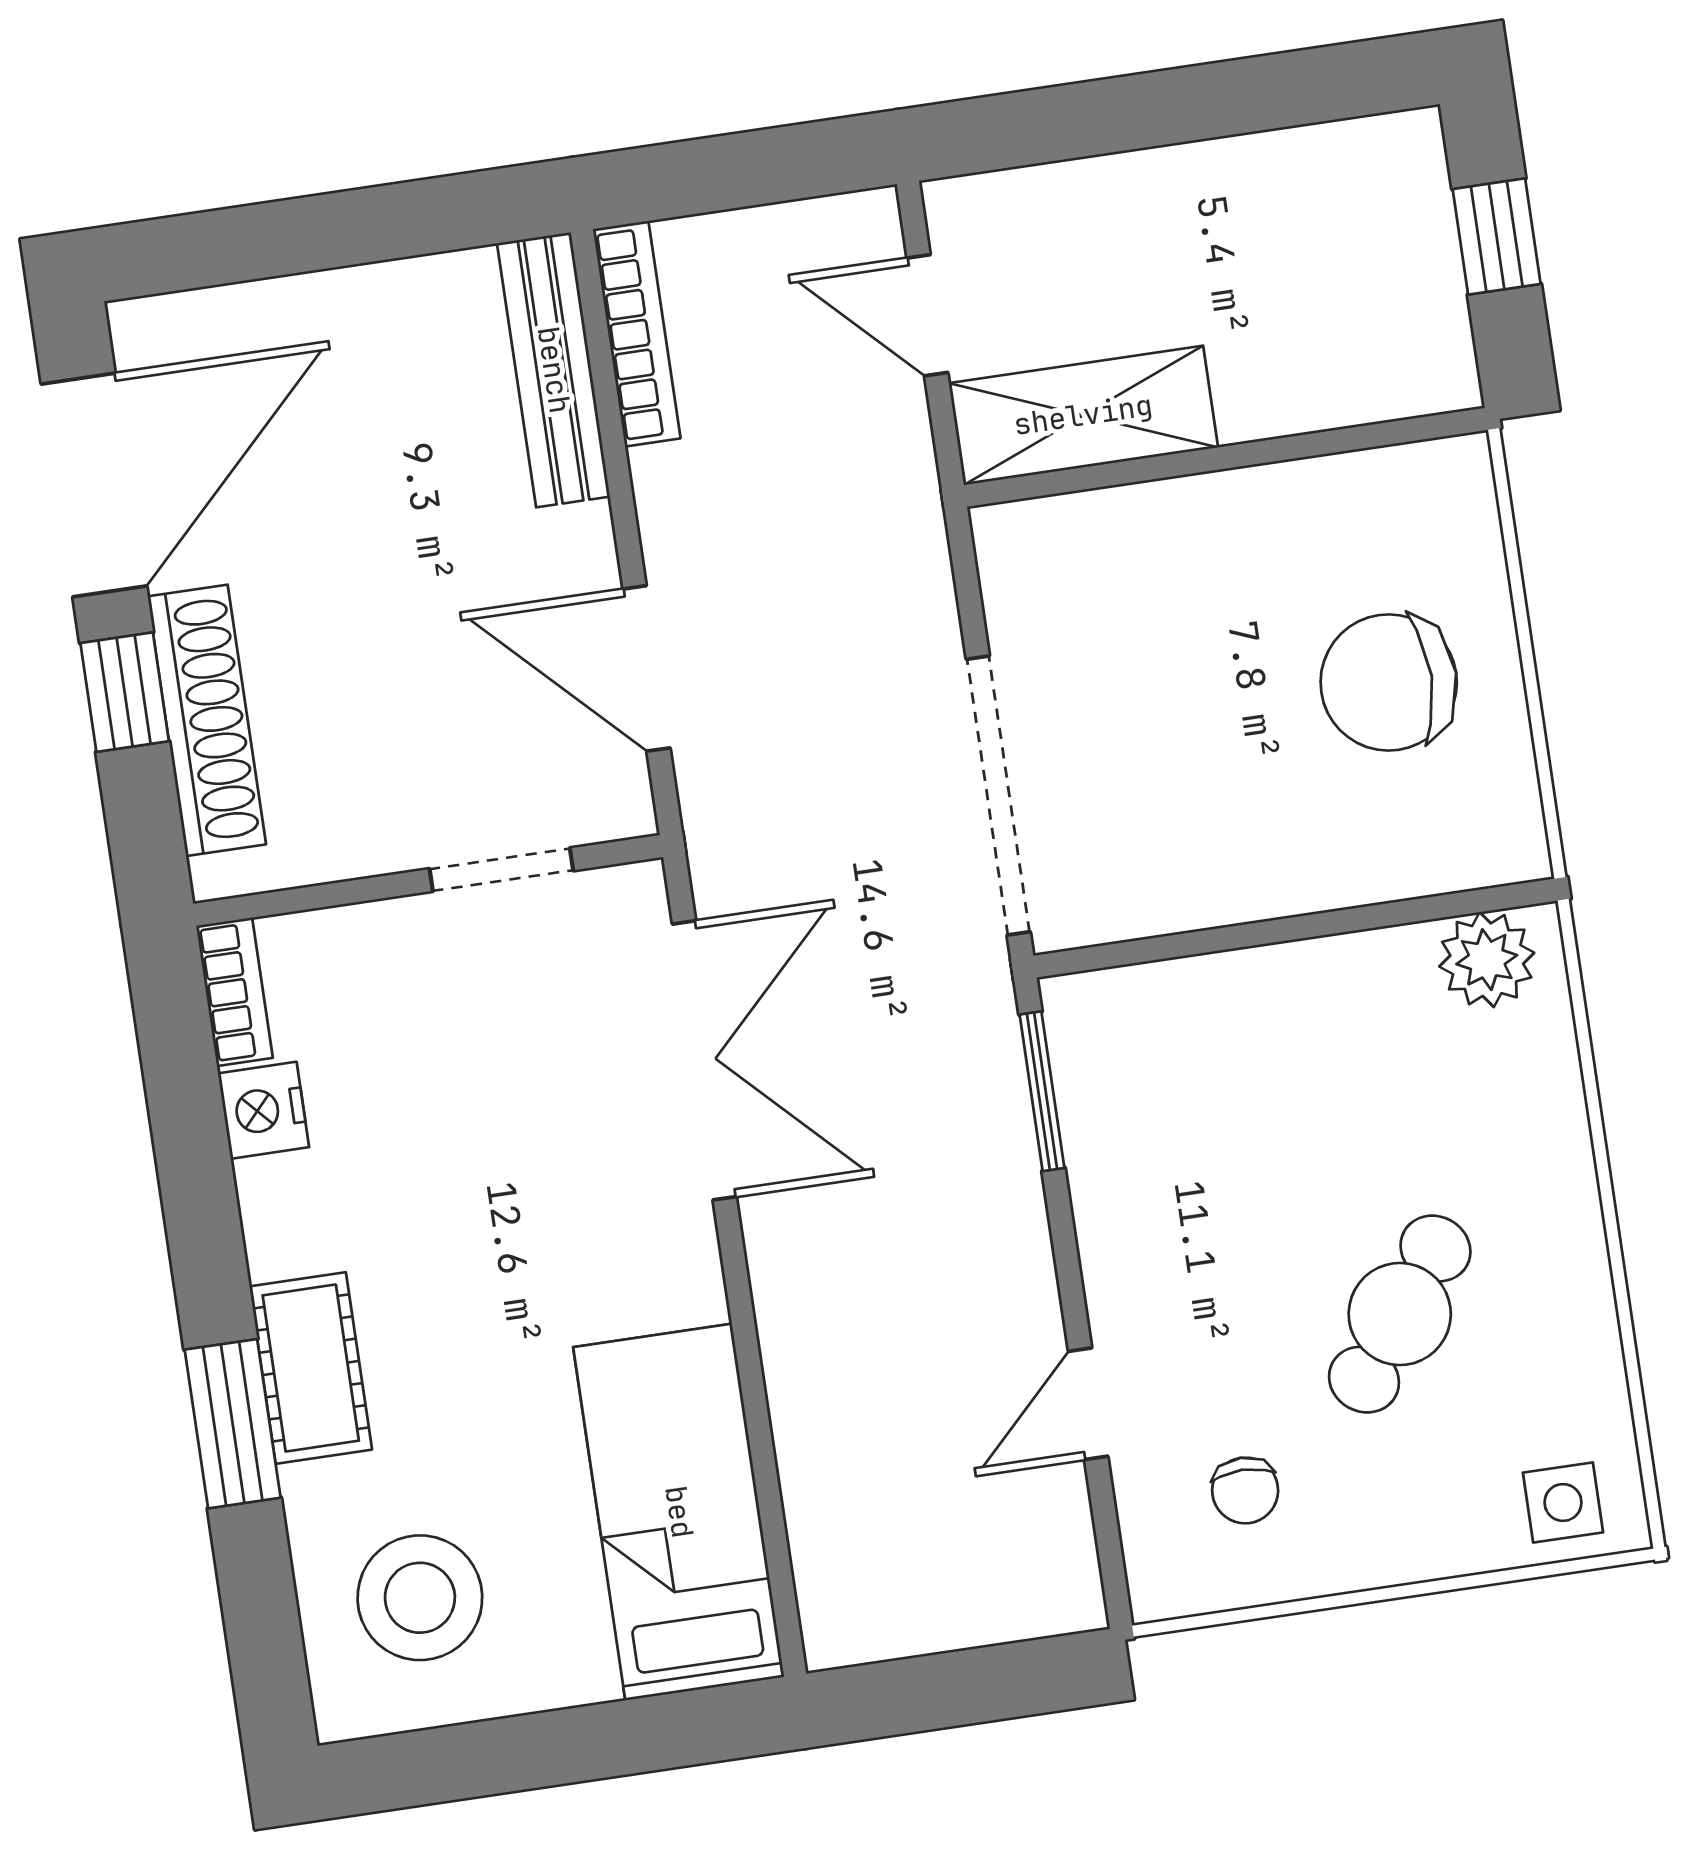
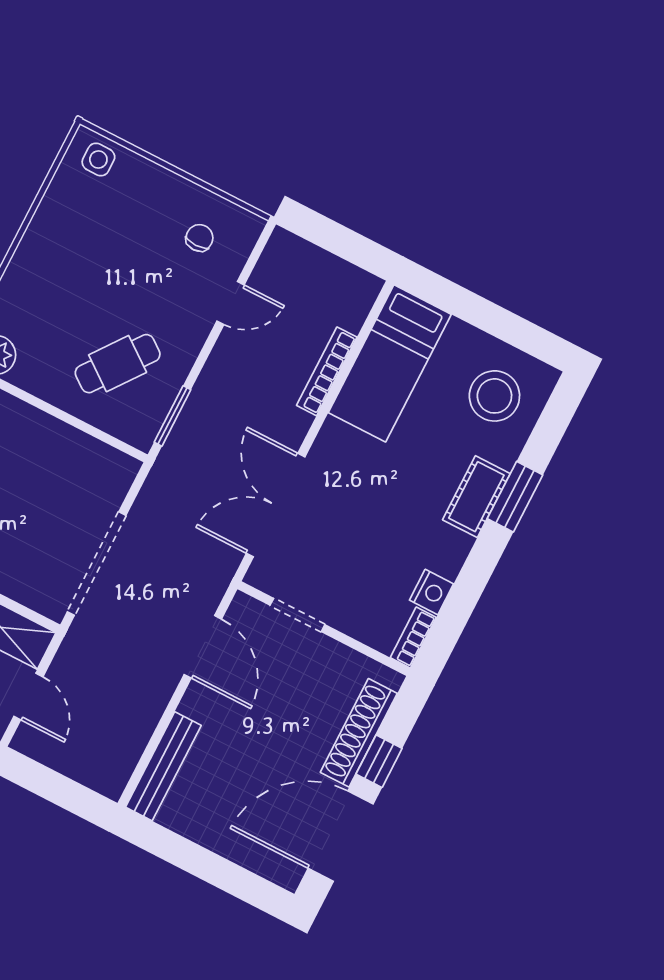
bookcase: (637, 334) -> (327, 371), moved
doorway: (998, 796) -> (97, 564), moved
cafe table: (1400, 1314) -> (118, 364), moved

